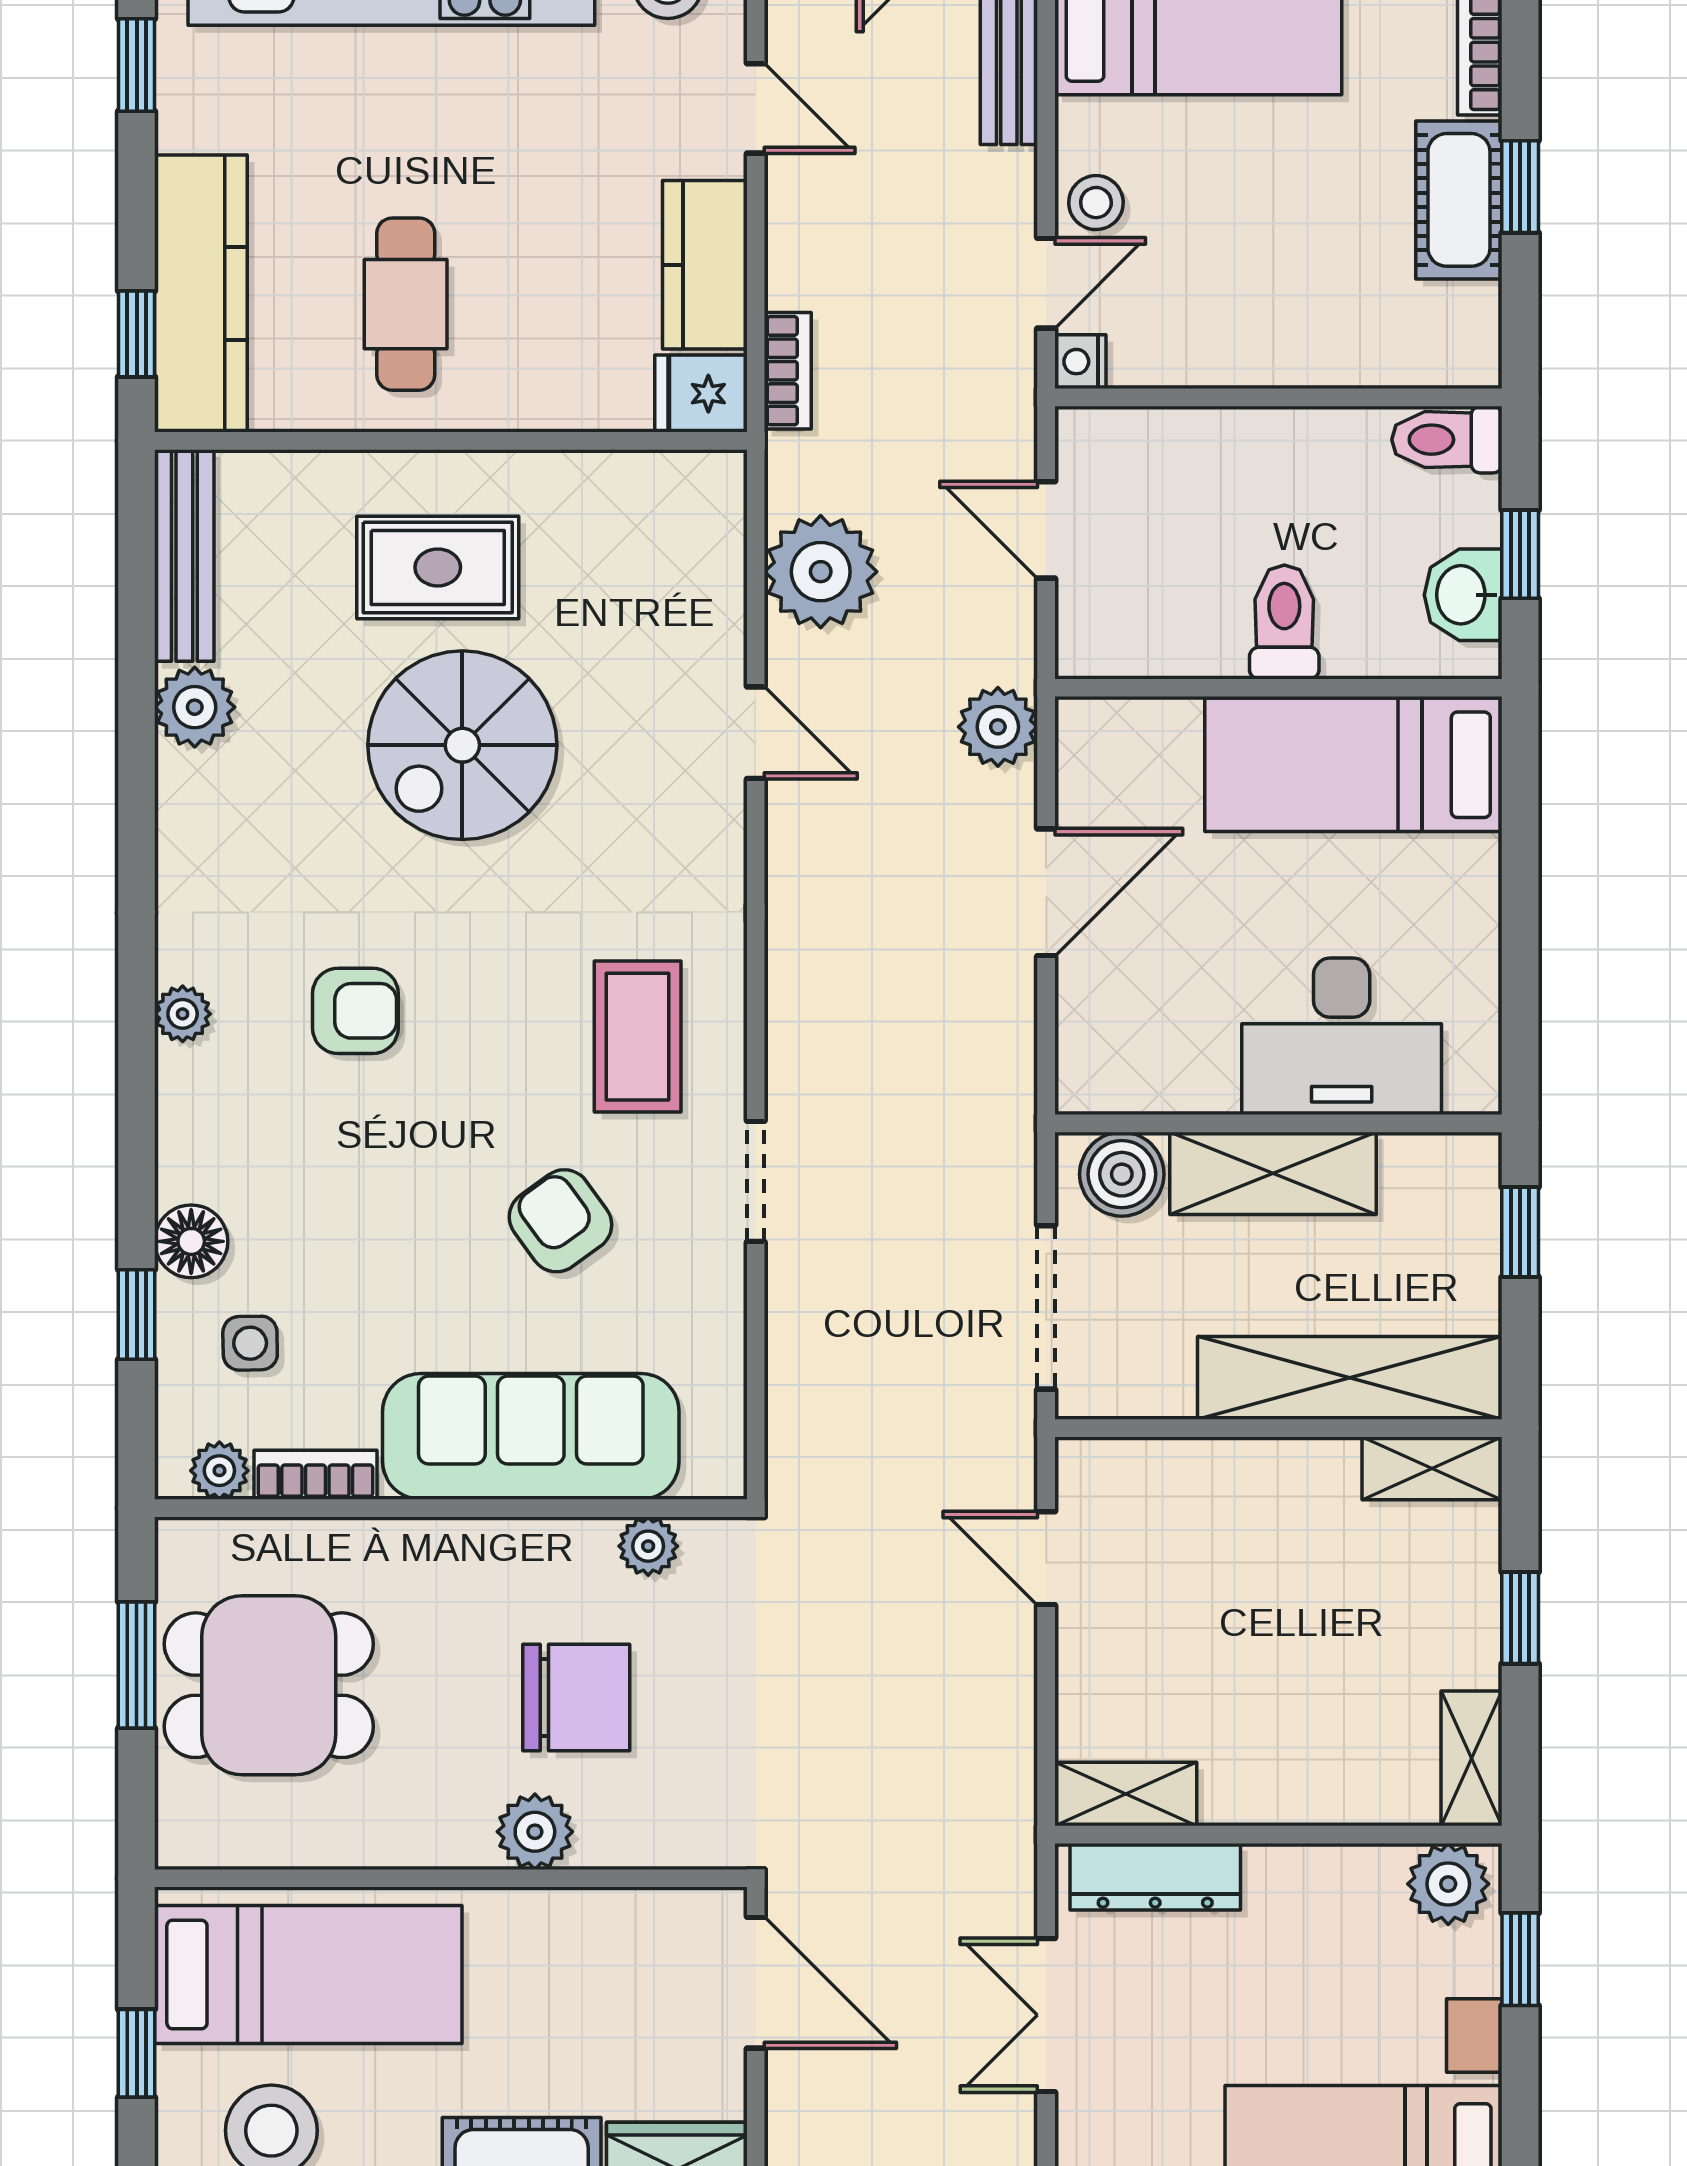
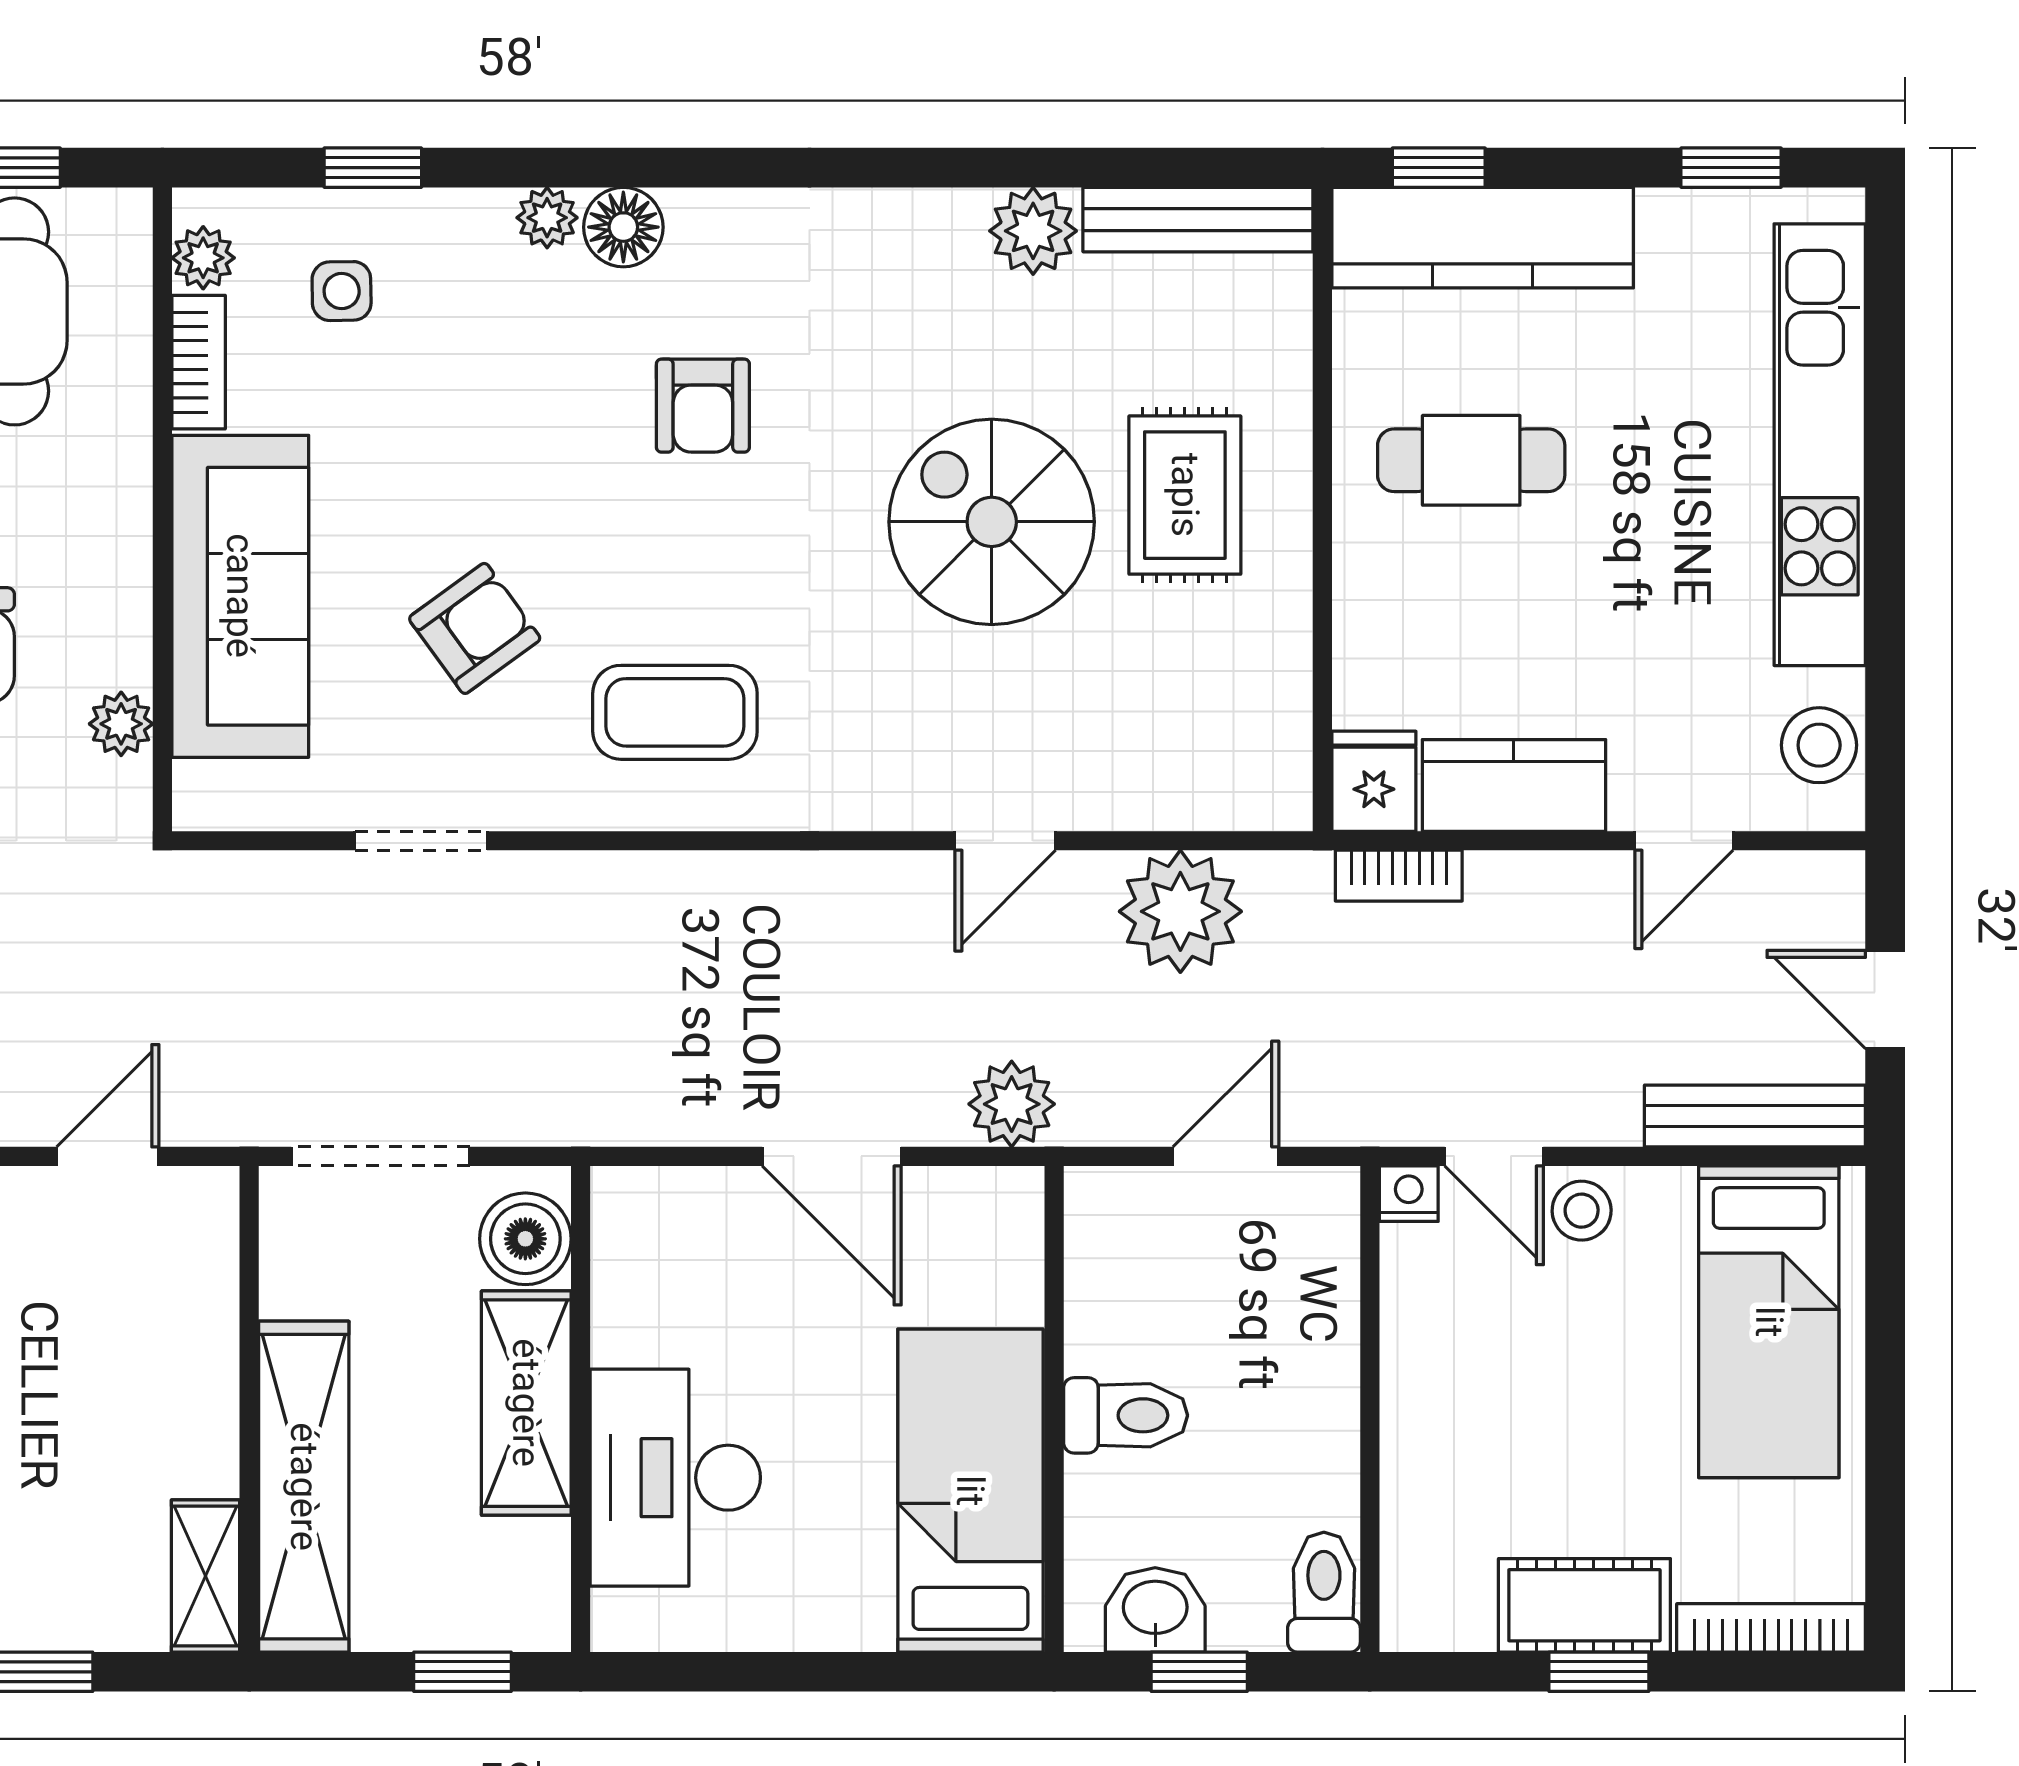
plant: (183, 1014) -> (547, 218), moved
doorway: (756, 1181) -> (421, 841), moved
floor lamp: (191, 1241) -> (623, 227), moved

